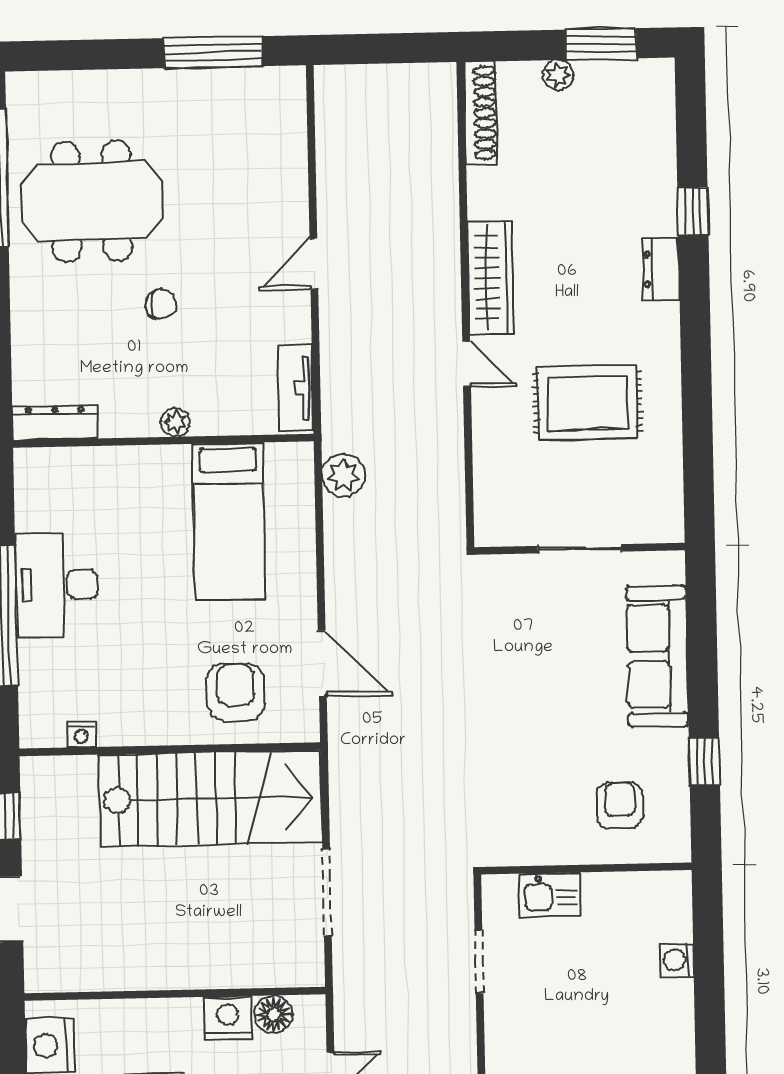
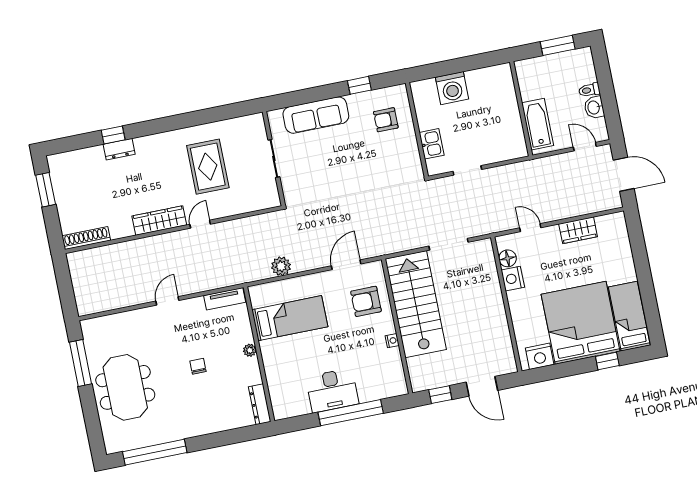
plant: (558, 75) -> (63, 207), removed
meeting table: (92, 201) -> (125, 387), moved
door: (314, 264) -> (167, 301), swing flipped
dresser: (661, 269) -> (119, 149), moved
plant: (344, 475) -> (281, 266), moved
nightstand: (81, 734) -> (392, 341), moved
washing machine: (677, 960) -> (452, 88), width x1.89, depth x1.89

